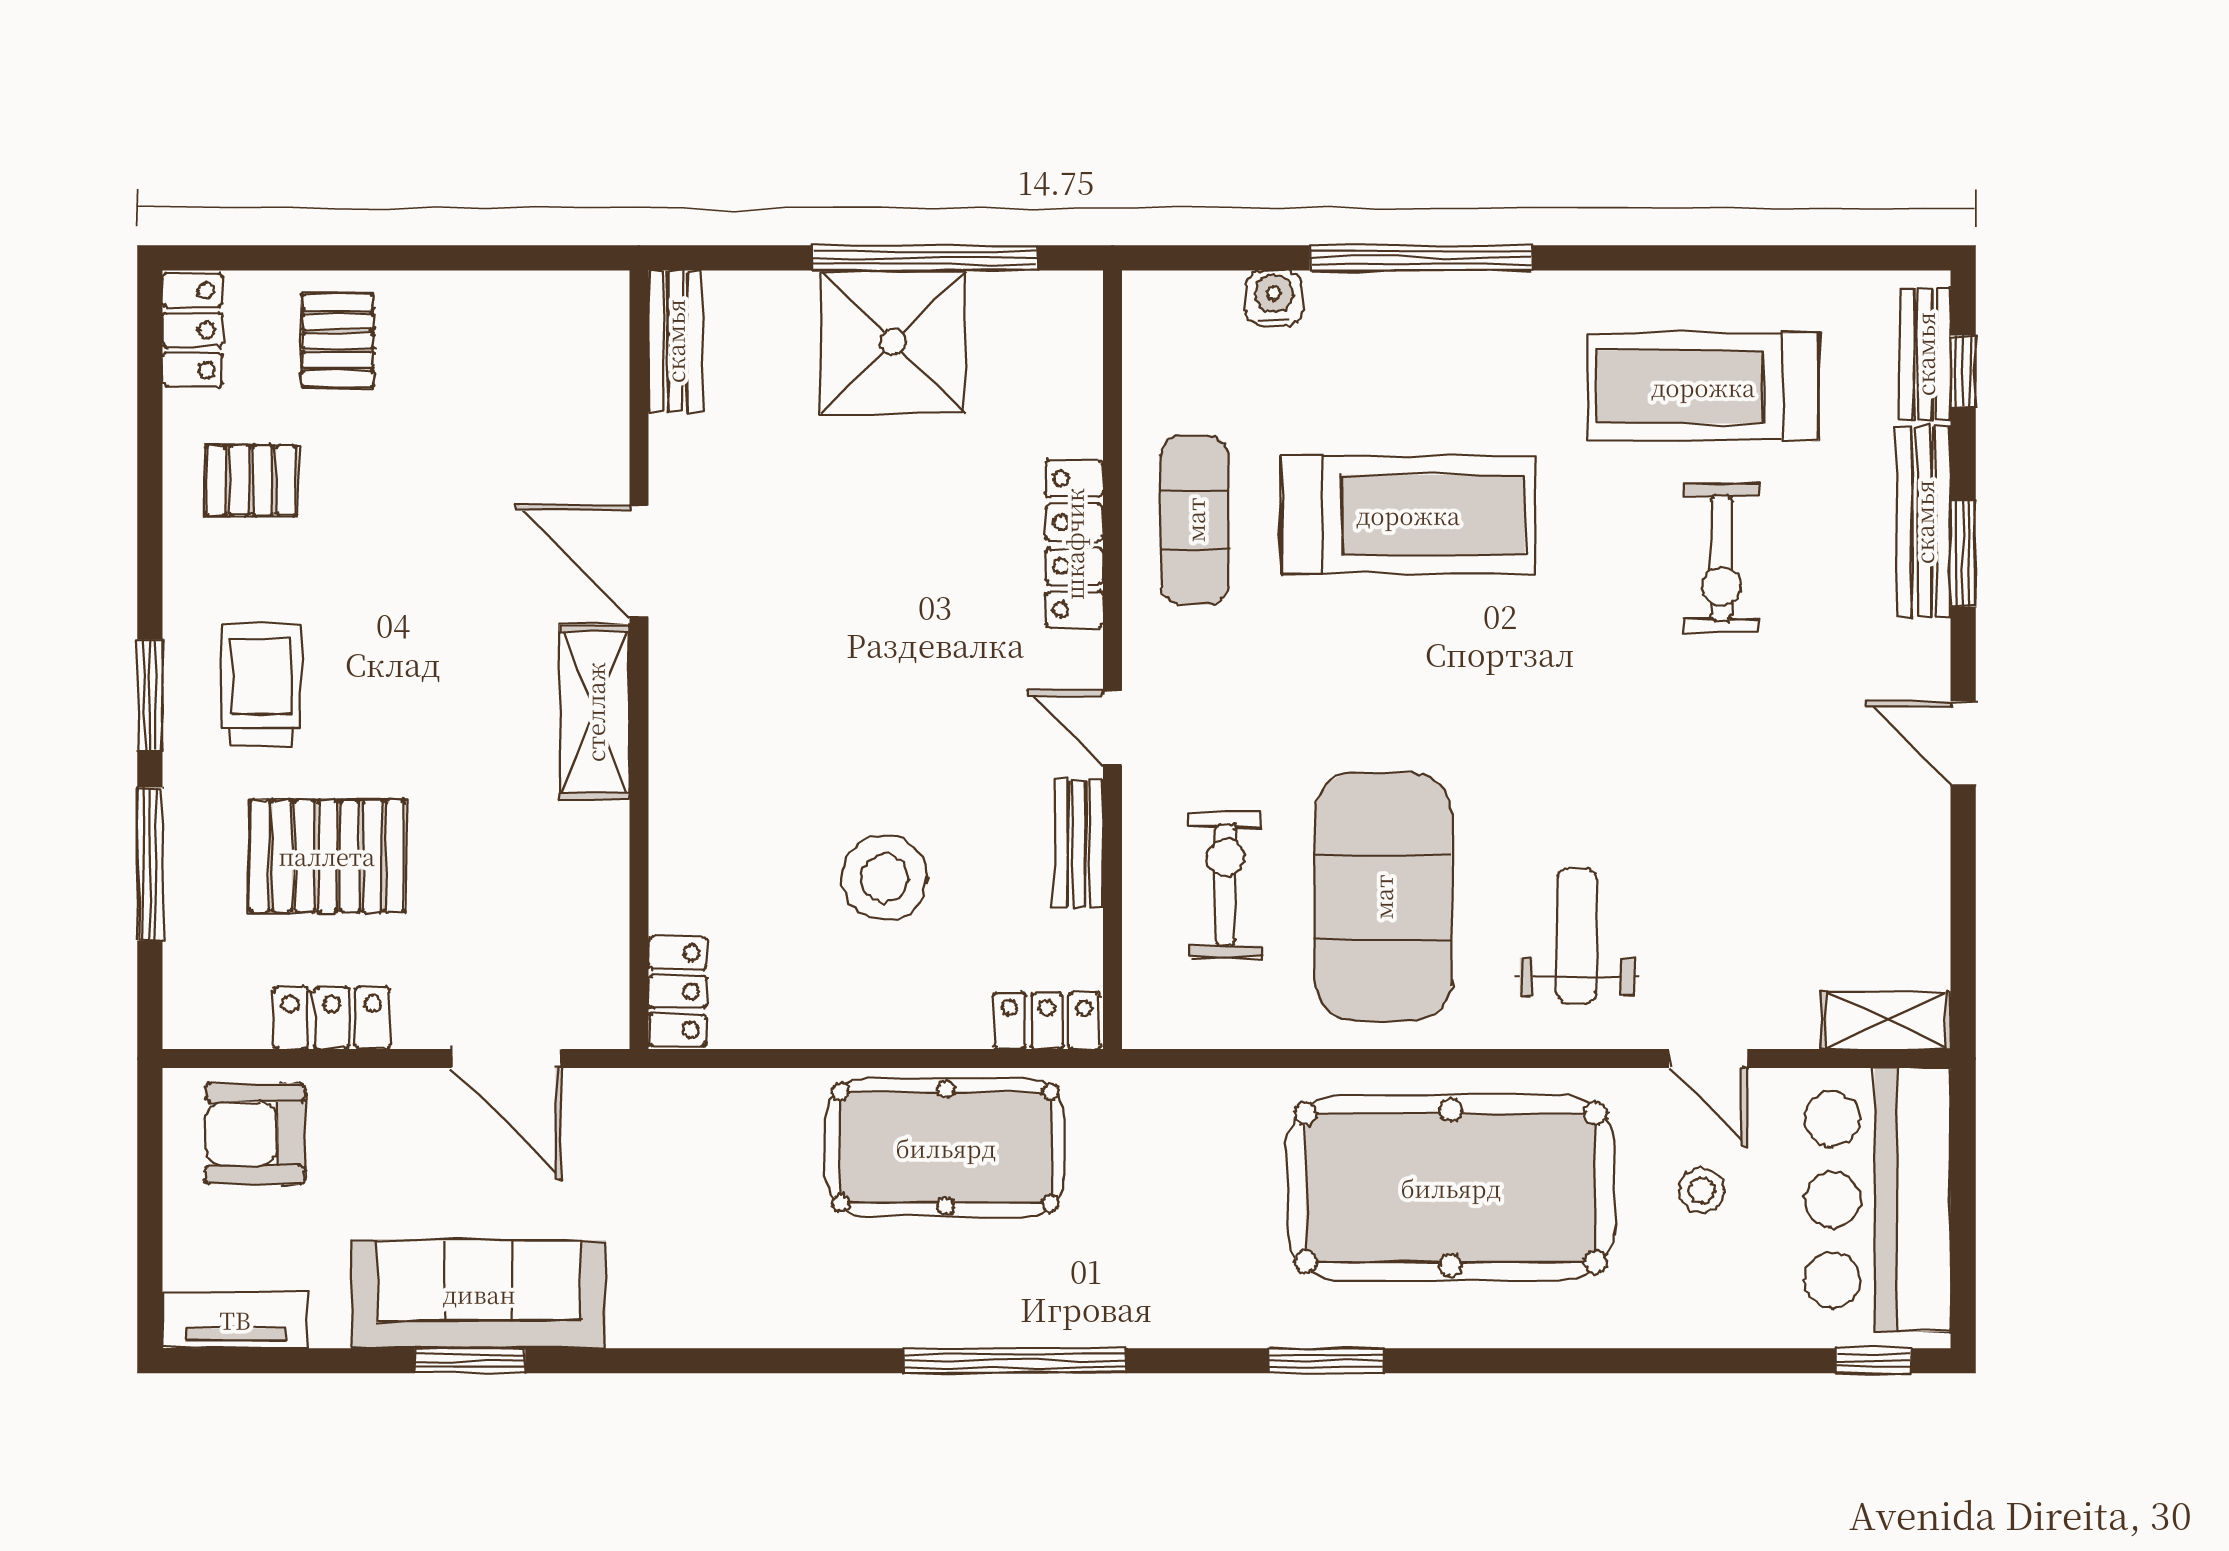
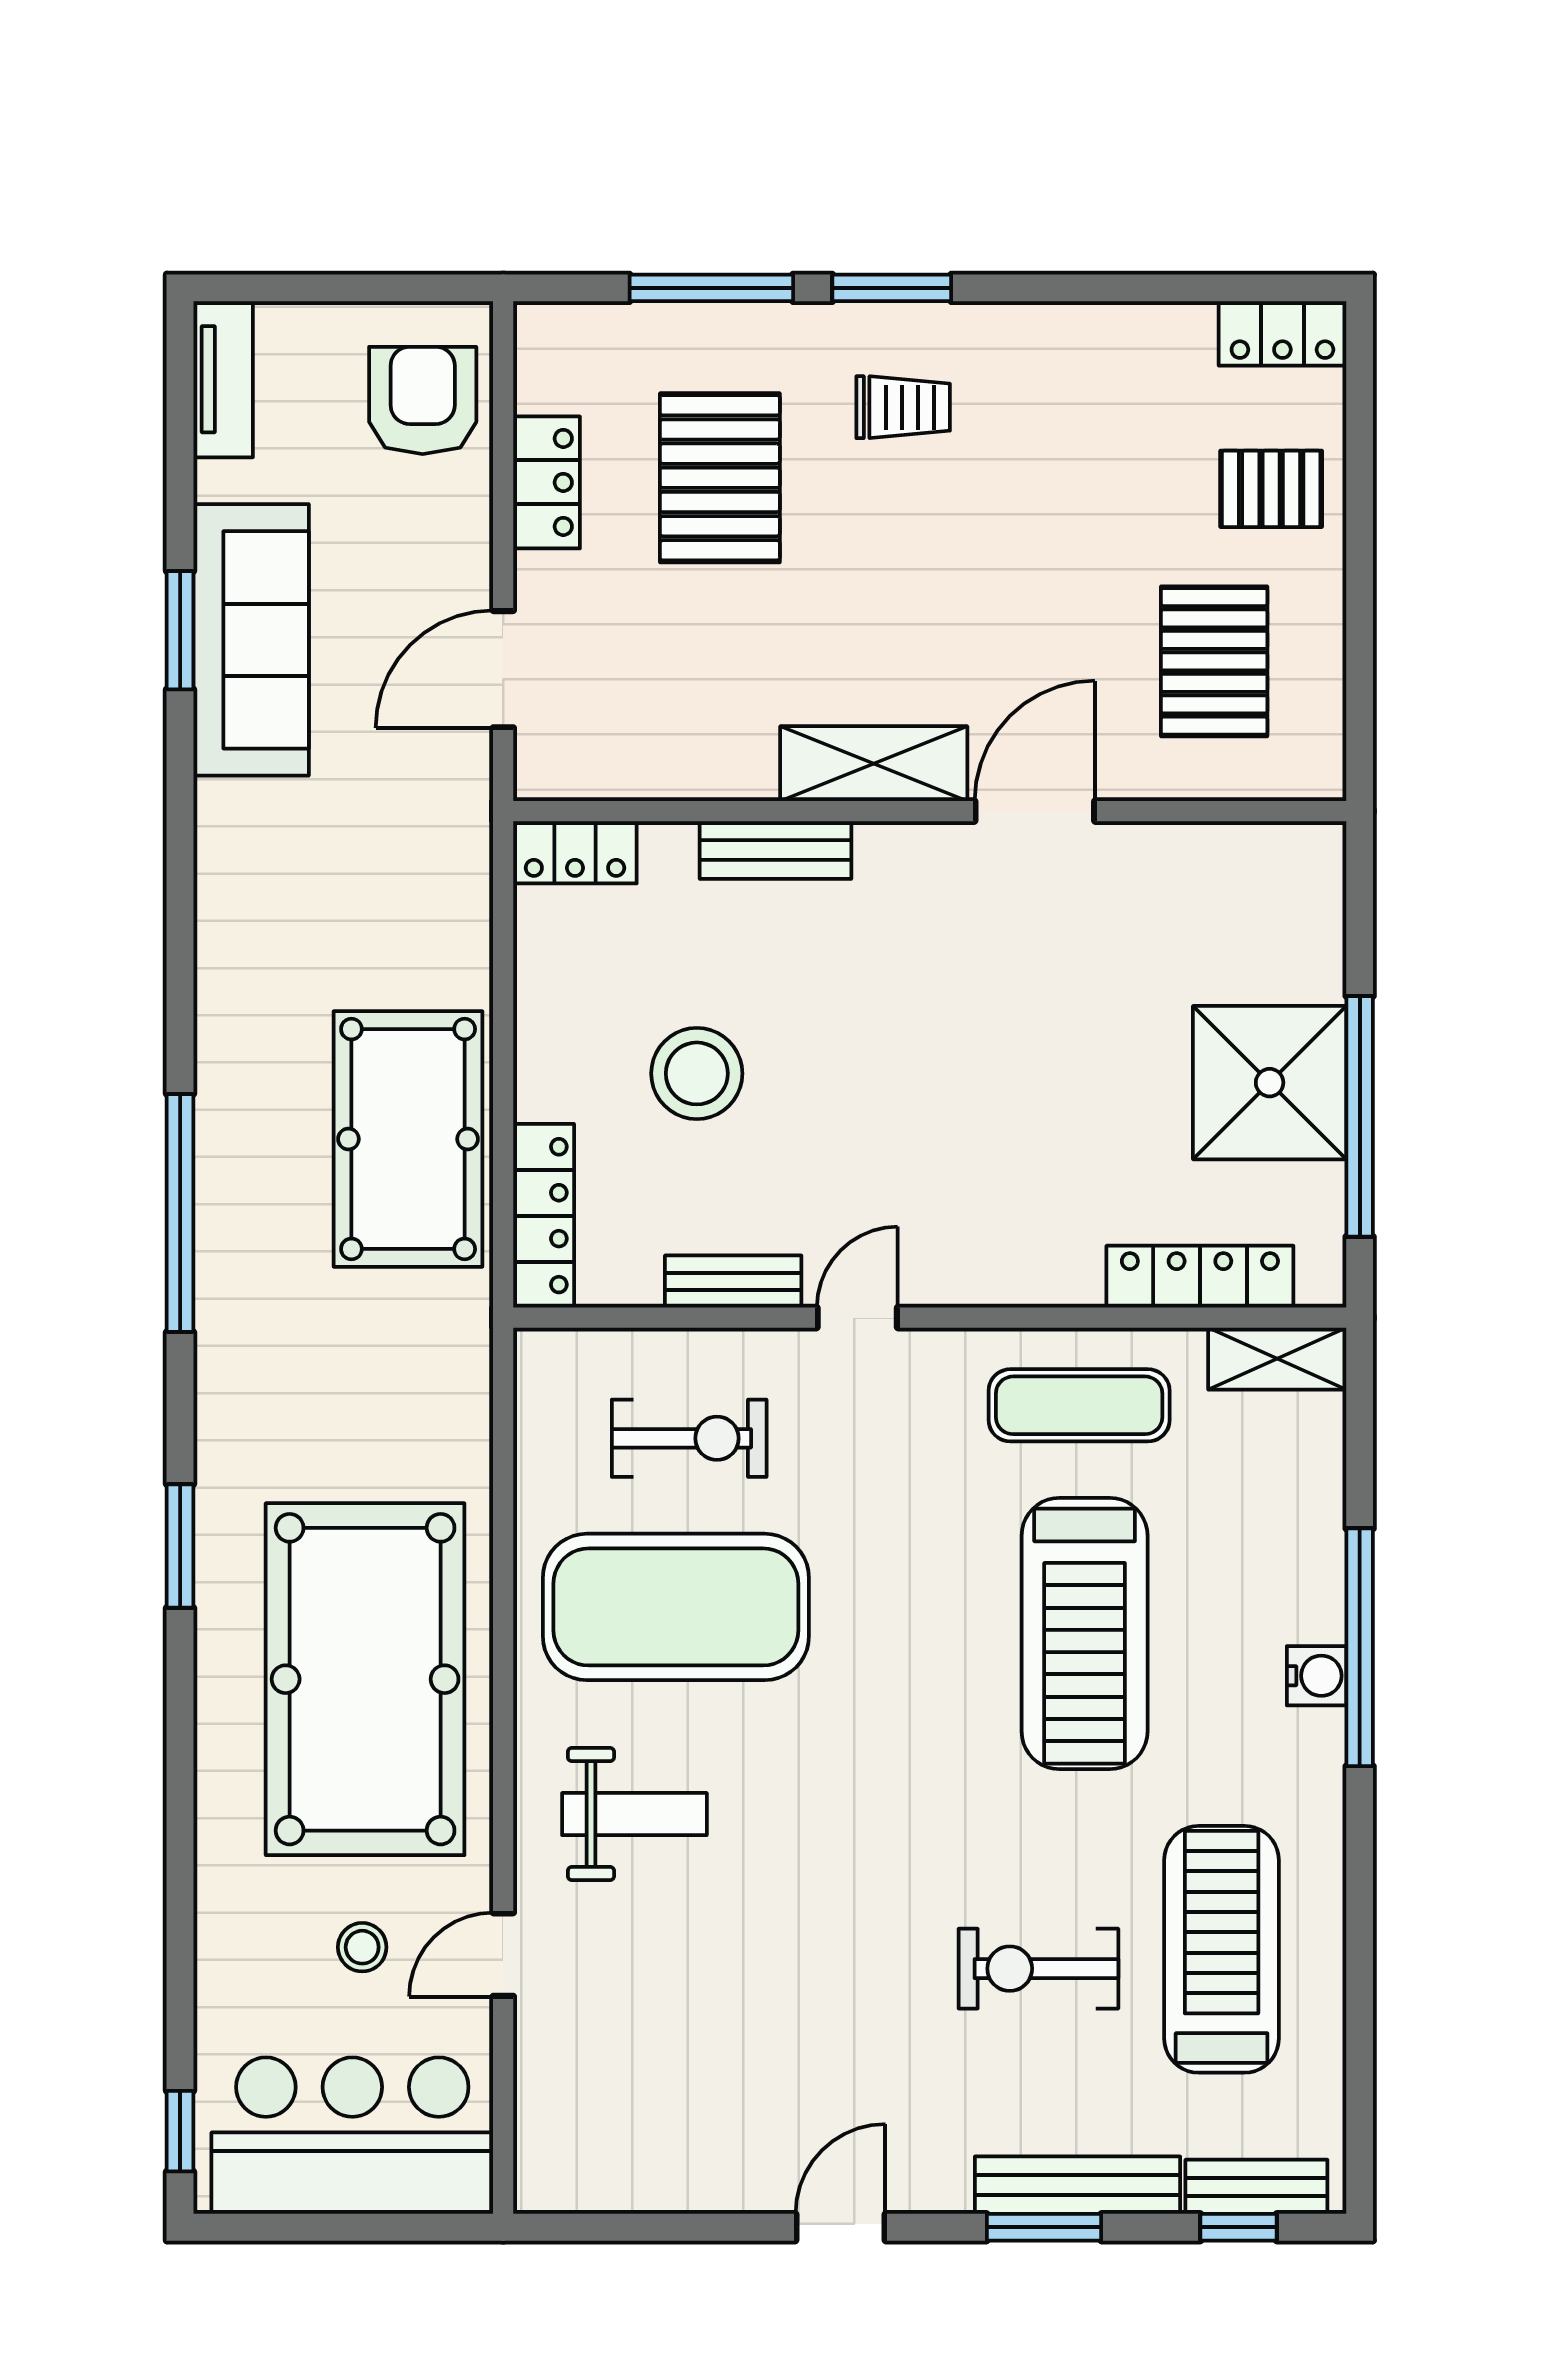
water cooler: (1274, 298) -> (1317, 1676), moved
bench: (675, 341) -> (776, 850), moved
pallet: (251, 480) -> (1214, 661), moved, width x1.50, depth x1.42
locker: (1074, 544) -> (1200, 1277), moved
trolley: (261, 685) -> (903, 407), width x0.73, depth x0.72
shelving: (1886, 1020) -> (1277, 1359), moved, turned 90
locker: (1047, 1021) -> (544, 1216), width x1.53

